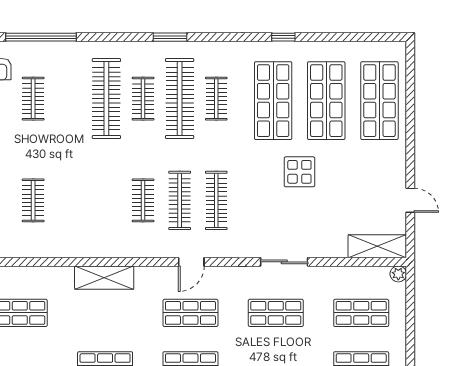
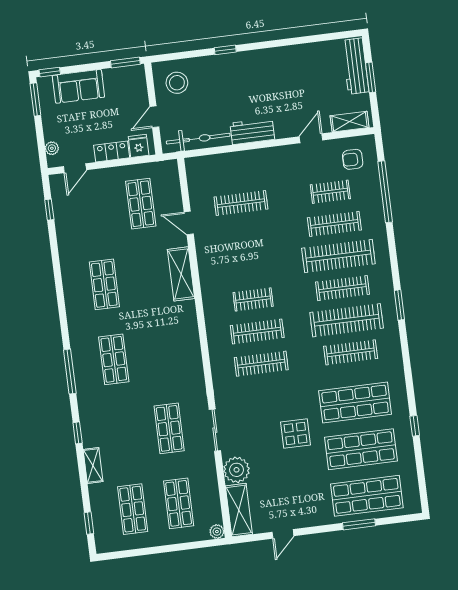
window: (283, 37) -> (415, 426), moved
clothes rail: (70, 99) -> (334, 224), added
clothes rail: (143, 99) -> (342, 288), width x1.36
clothes rail: (216, 99) -> (351, 352), width x1.36
window: (410, 114) -> (359, 524), added
clothes rail: (33, 200) -> (241, 203), width x1.36
plant: (332, 243) -> (236, 470), added
door: (191, 262) -> (189, 223), moved
shop shelf: (190, 313) -> (160, 354), removed

